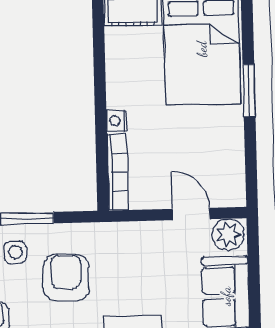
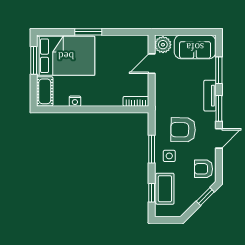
nightstand: (117, 121) -> (75, 101), moved
bookcase: (118, 172) -> (136, 101), width x0.64

